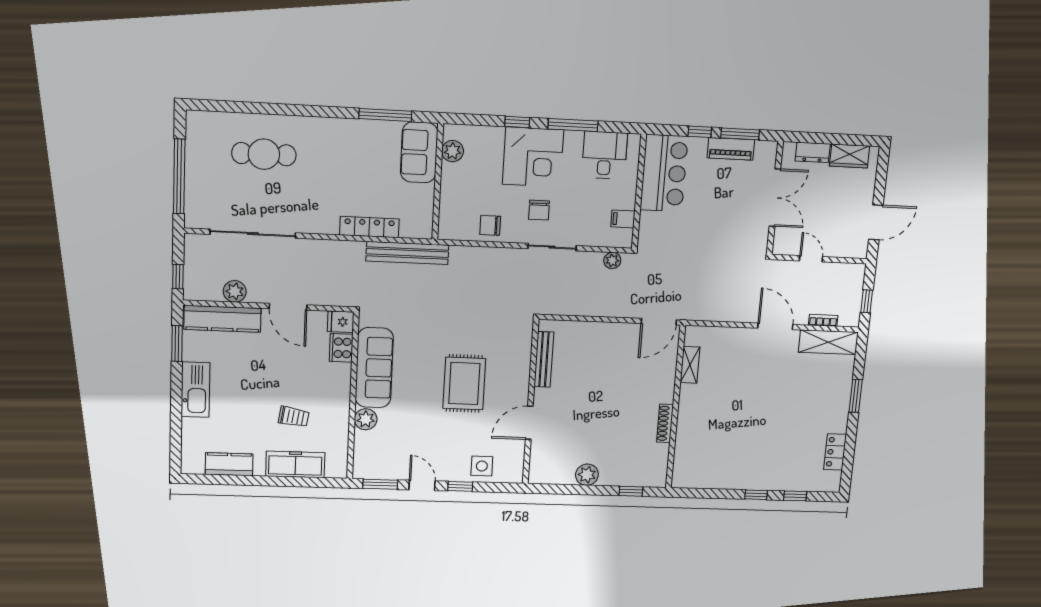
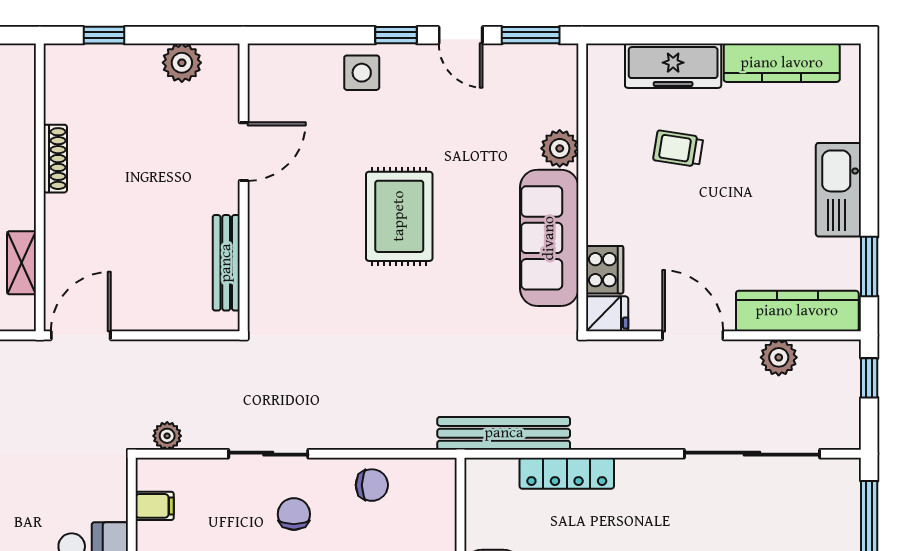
bench: (544, 359) -> (226, 263), moved
wall: (531, 402) -> (244, 187), moved
door: (529, 423) -> (244, 152), moved
kitchen counter: (229, 464) -> (782, 63), width x1.50

